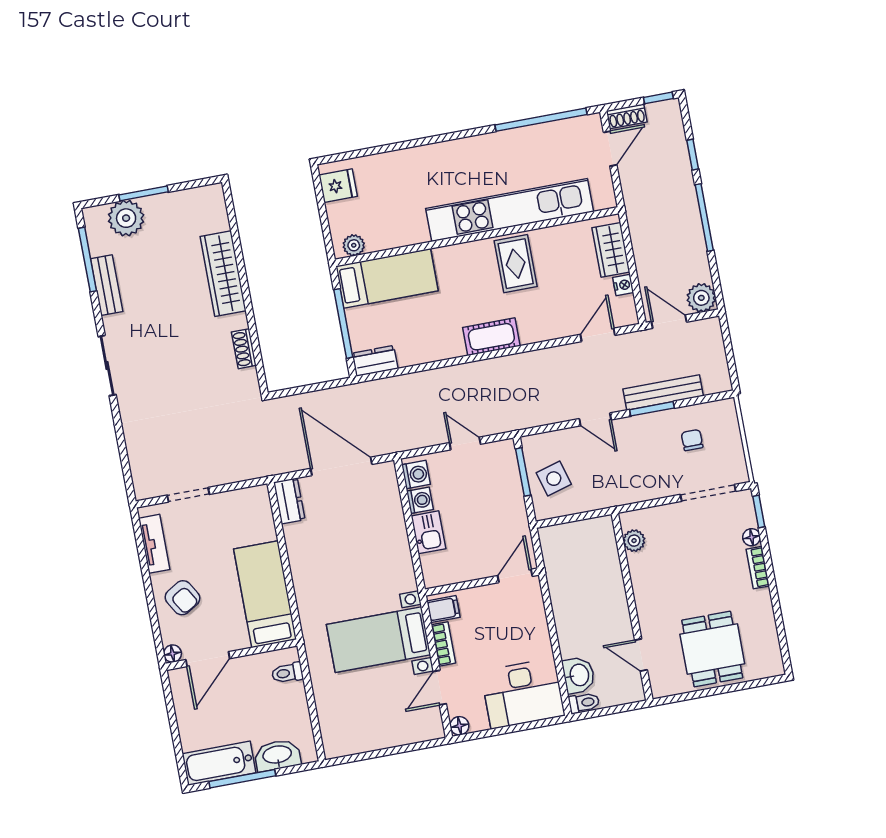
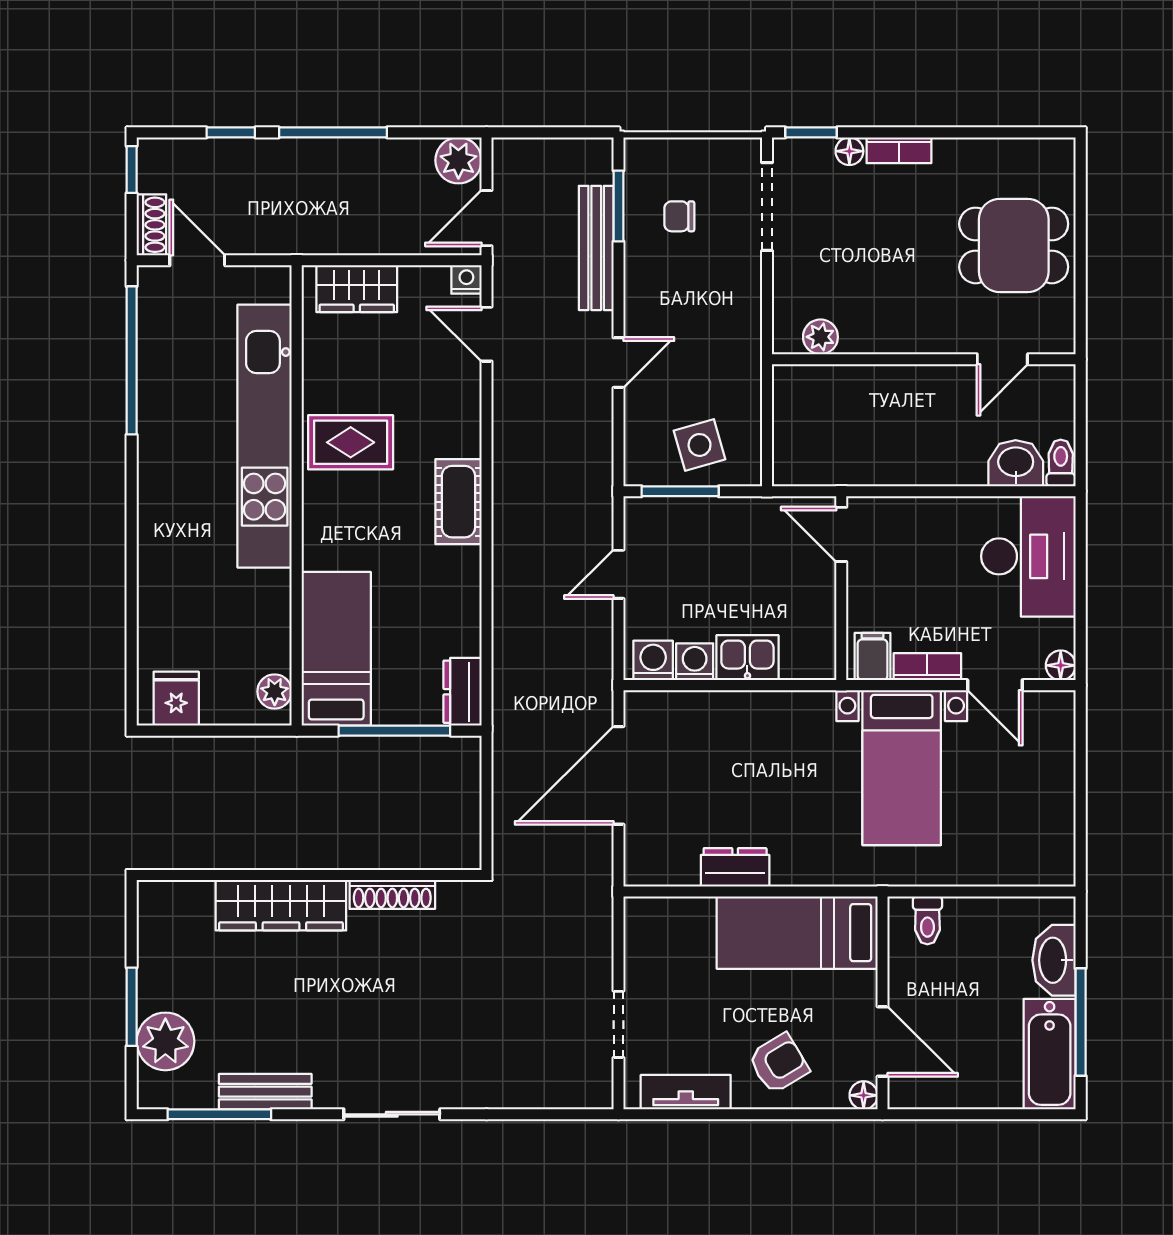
nightstand: (623, 285) -> (466, 279), moved
shoe rack: (244, 349) -> (392, 894), width x1.43
window: (652, 409) -> (618, 206), moved
dresser: (289, 501) -> (735, 867), moved

